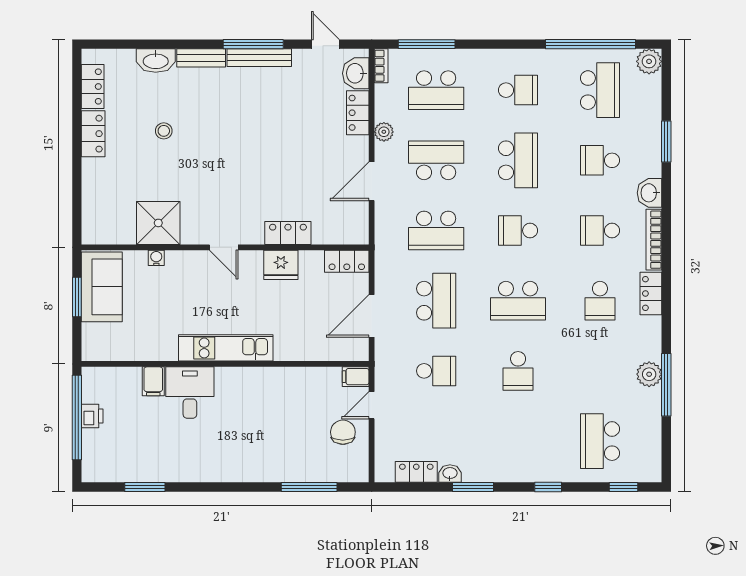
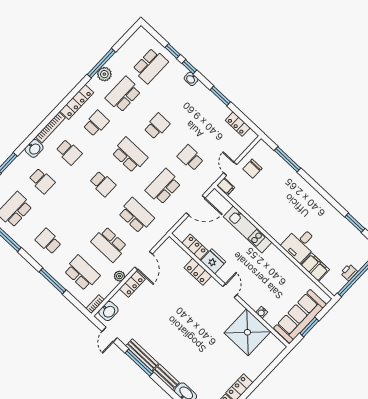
window: (427, 44) -> (53, 281), moved
locker: (358, 113) -> (132, 284), moved
stool: (164, 131) -> (209, 362), removed
school desk: (518, 160) -> (123, 94), moved
door: (372, 181) -> (144, 261), hinge flipped
shower: (158, 223) -> (247, 332), width x1.37, depth x1.37
locker: (347, 261) -> (195, 247), moved
sofa: (102, 287) -> (300, 316), width x1.36
locker: (651, 294) -> (77, 102), width x1.53
kitchen unit: (226, 348) -> (248, 229), moved
filing cabinet: (153, 381) -> (315, 267), width x2.00
door: (372, 405) -> (230, 169), swing flipped
washbasin: (450, 474) -> (191, 79), moved
window: (623, 487) -> (173, 51), moved

